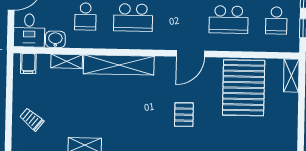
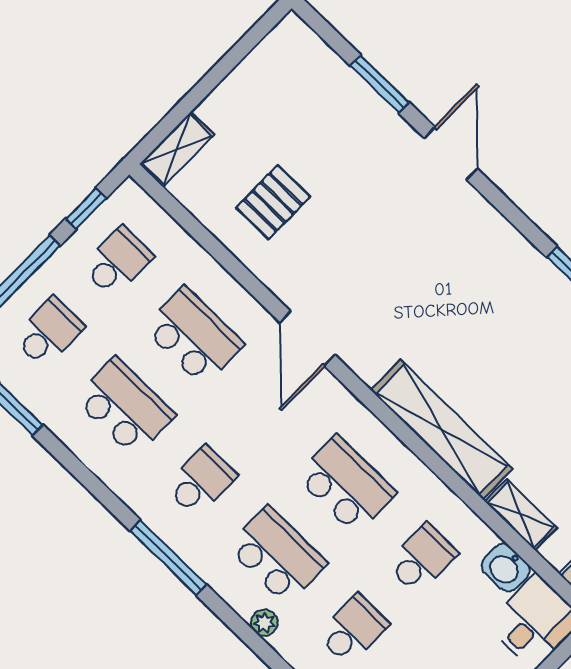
door: (190, 54) -> (308, 339), swing flipped
pallet: (244, 88) -> (273, 202), width x0.49, depth x0.50
pallet: (184, 115) -> (411, 249), removed

